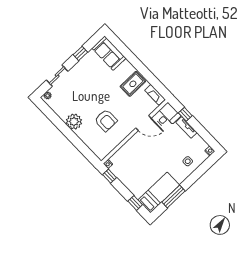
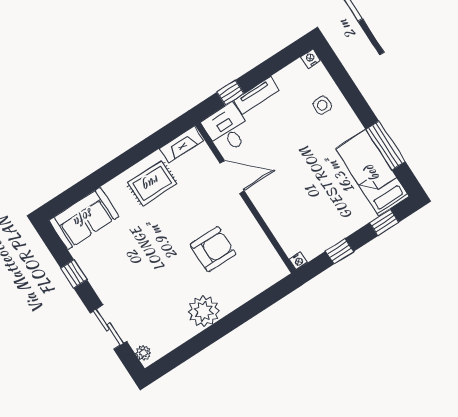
rug: (133, 84) -> (152, 183), turned 90
door: (143, 123) -> (232, 177), hinge flipped
window: (109, 176) -> (340, 251), moved

